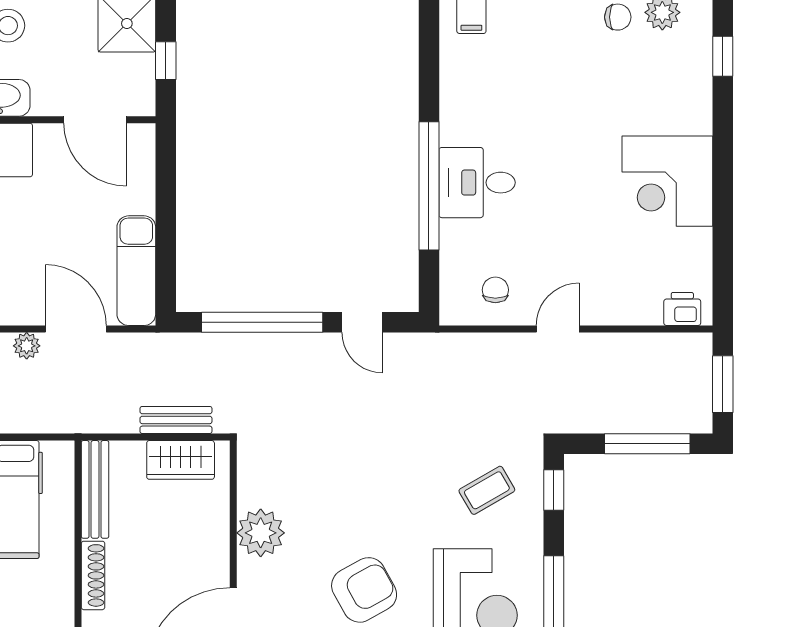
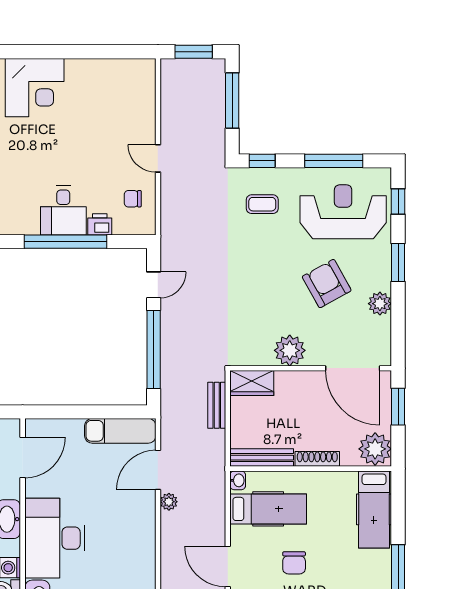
corner desk: (667, 181) -> (35, 88), moved
printer: (682, 309) -> (100, 224), moved, turned 90
washbasin: (60, 452) -> (238, 480), added
wardrobe: (181, 460) -> (252, 383), moved, turned 90
coffee table: (487, 490) -> (262, 204), turned -60

